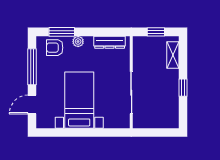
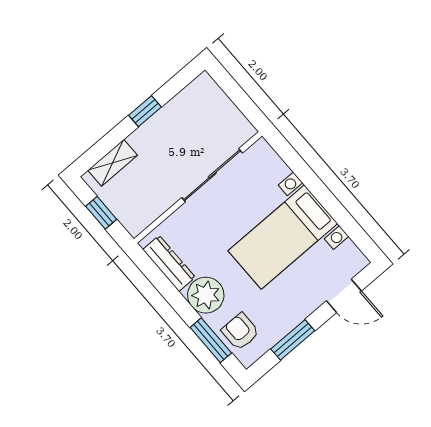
plant: (78, 42) -> (206, 295), width x1.87, depth x1.87
armchair: (55, 48) -> (240, 332), turned 180
window: (32, 67) -> (293, 340), width x0.69

